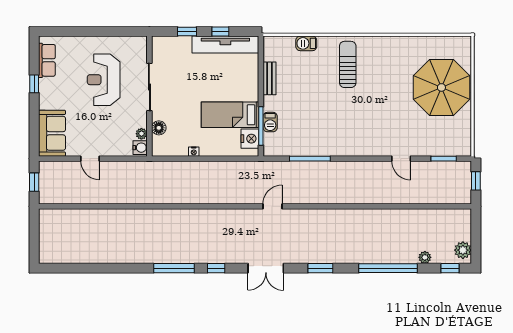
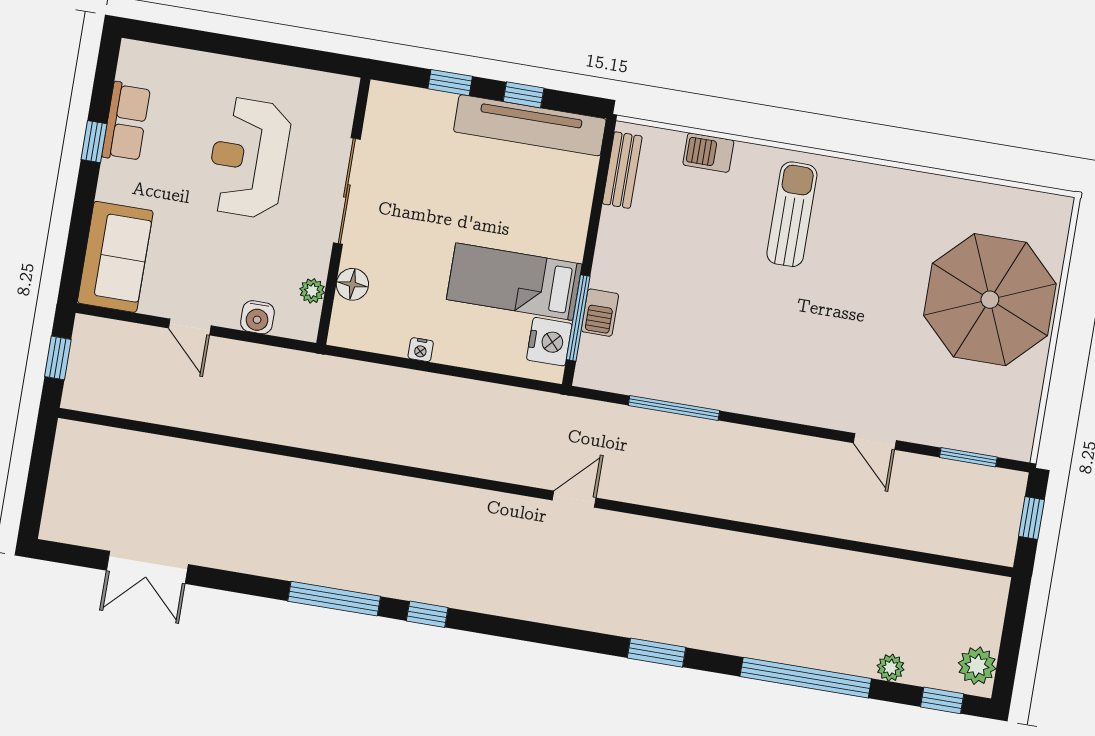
row of seats: (47, 60) -> (126, 122), moved
bench: (270, 78) -> (622, 170), moved
water cooler: (140, 148) -> (257, 317), moved, turned 90
double door: (266, 268) -> (147, 567), moved

